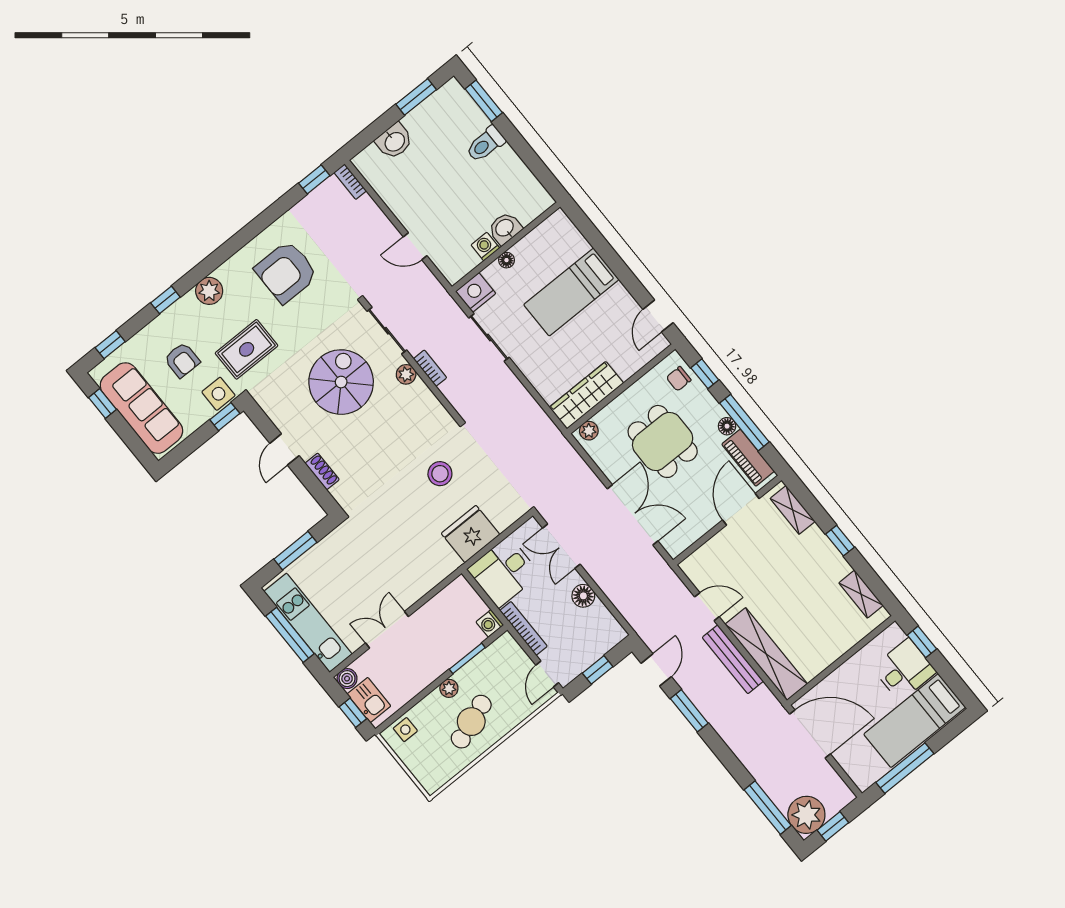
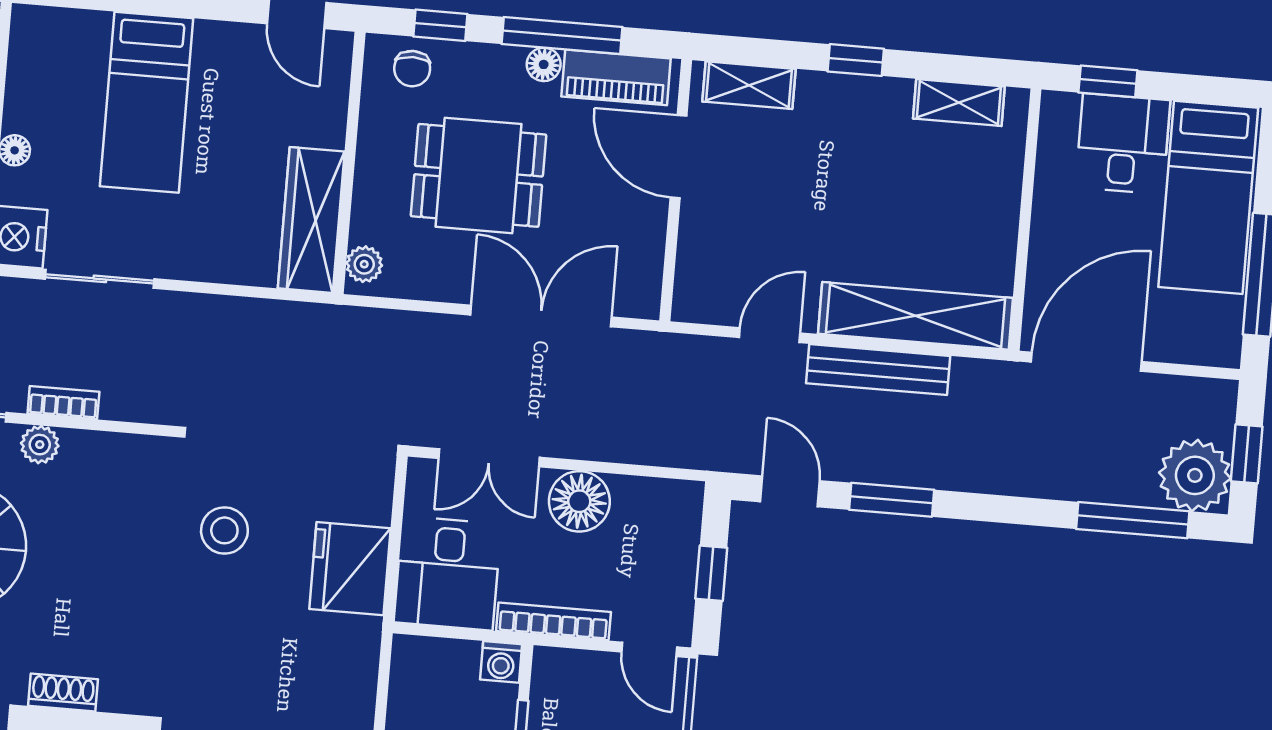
floor lamp: (583, 596) -> (579, 501), width x1.38, depth x1.38

